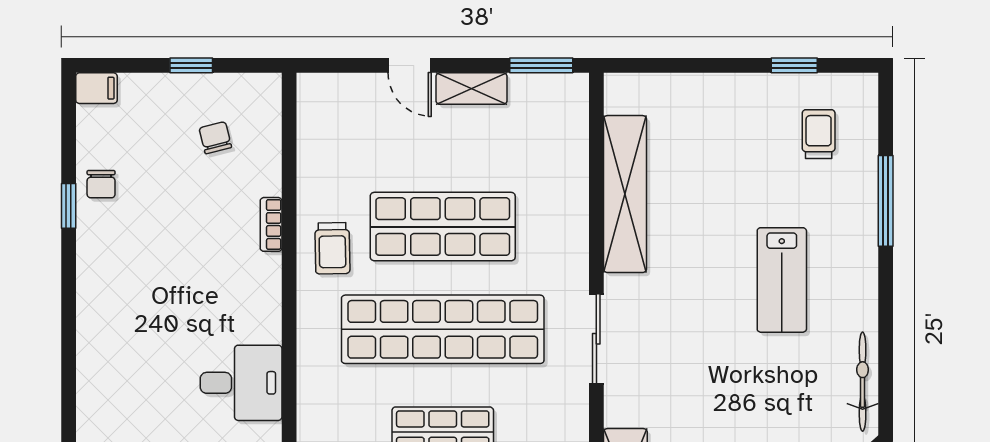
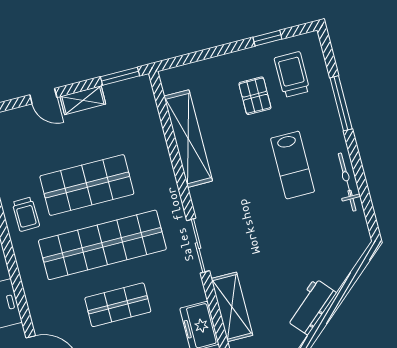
trolley: (819, 134) -> (292, 74), width x1.36, depth x1.39
pallet: (750, 153) -> (255, 96), added
sliding door: (596, 339) -> (198, 246), moved
bicycle: (863, 382) -> (347, 182), moved

